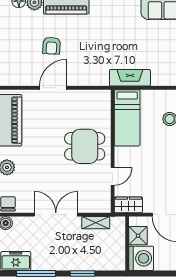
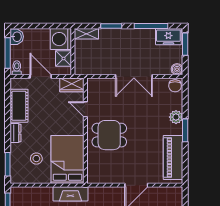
bed: (127, 118) -> (67, 159), width x1.50
door: (113, 176) -> (85, 109), hinge flipped
shelving: (96, 223) -> (86, 34), moved

